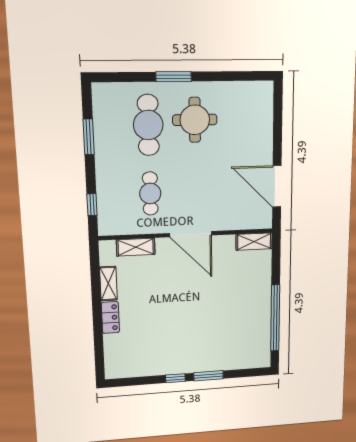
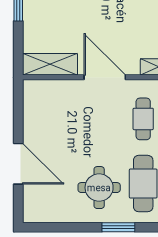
door: (277, 186) -> (18, 164), moved
shelving: (254, 242) -> (50, 64), width x1.50, depth x1.33

